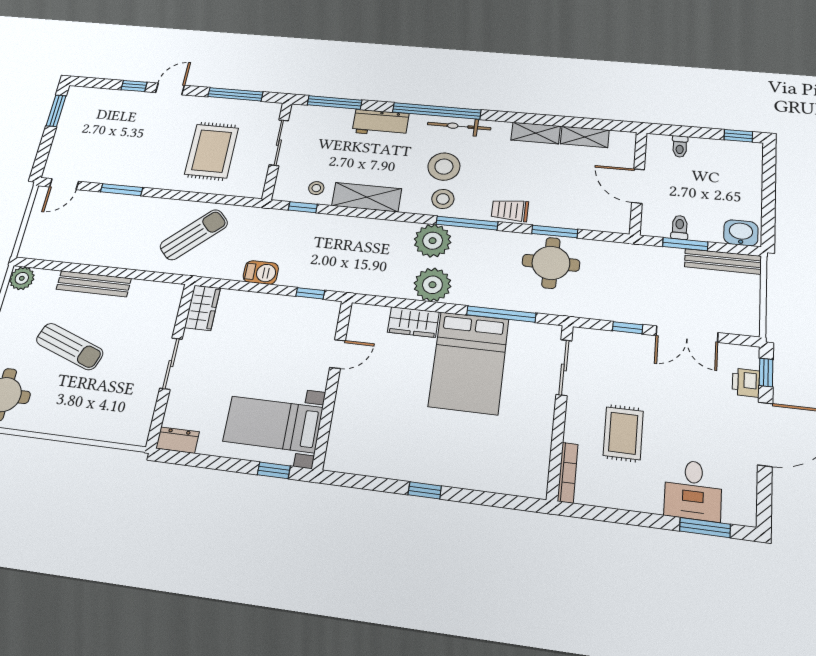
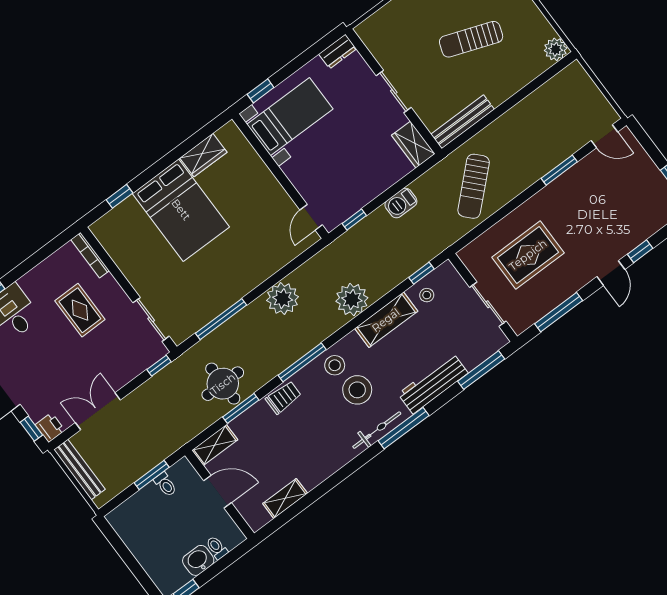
window: (437, 111) -> (404, 428), width x0.68
workbench: (380, 123) -> (433, 383), width x1.38
shelving: (536, 133) -> (215, 445), moved
rug: (212, 151) -> (528, 255), turned 90
door: (64, 184) -> (604, 136), swing flipped
washbasin: (741, 233) -> (198, 560), moved, turned 180
plant: (433, 241) -> (352, 299), moved
bench: (723, 261) -> (79, 470), moved, turned 90
bench: (94, 284) -> (463, 122), moved
wardrobe: (413, 322) -> (203, 155), moved, turned 180
window: (628, 328) -> (159, 366), moved
door: (338, 354) -> (311, 217), moved
bed: (469, 363) -> (181, 210), moved, turned 180
printer: (746, 383) -> (50, 428), moved
window: (425, 490) -> (120, 196), moved

